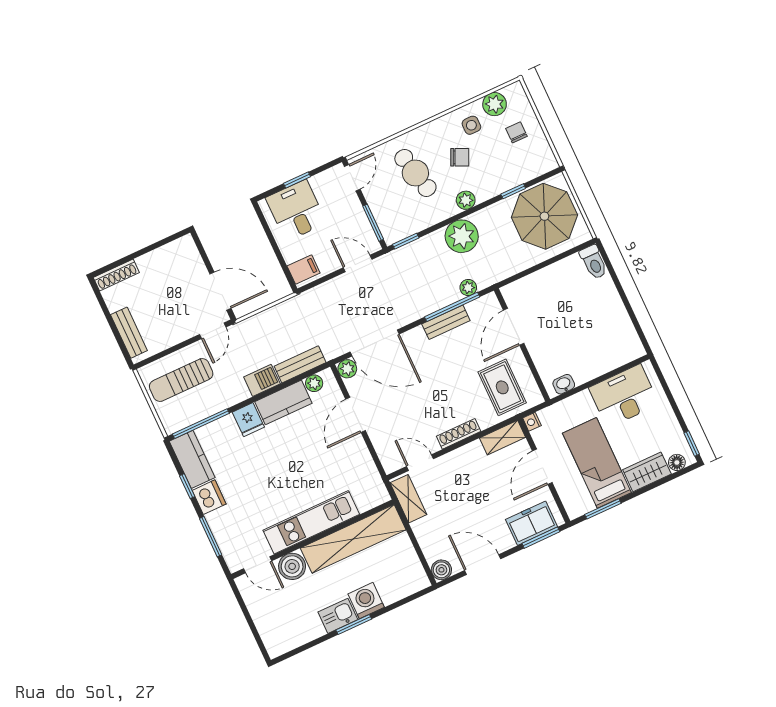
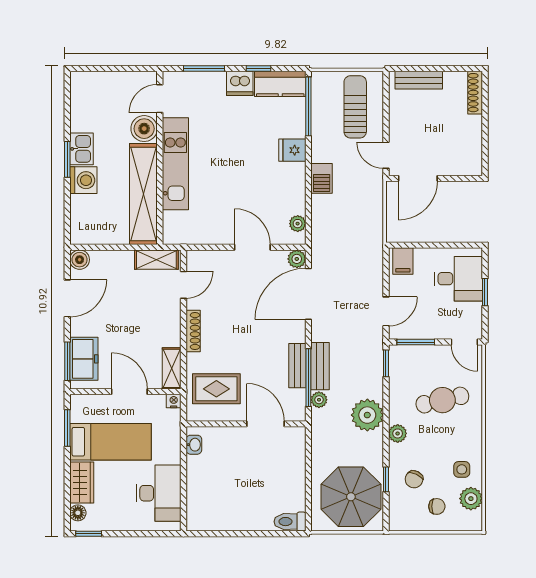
chair: (460, 157) -> (414, 479), moved
bench: (300, 364) -> (320, 366), moved
kitchen counter: (283, 402) -> (293, 188), removed

